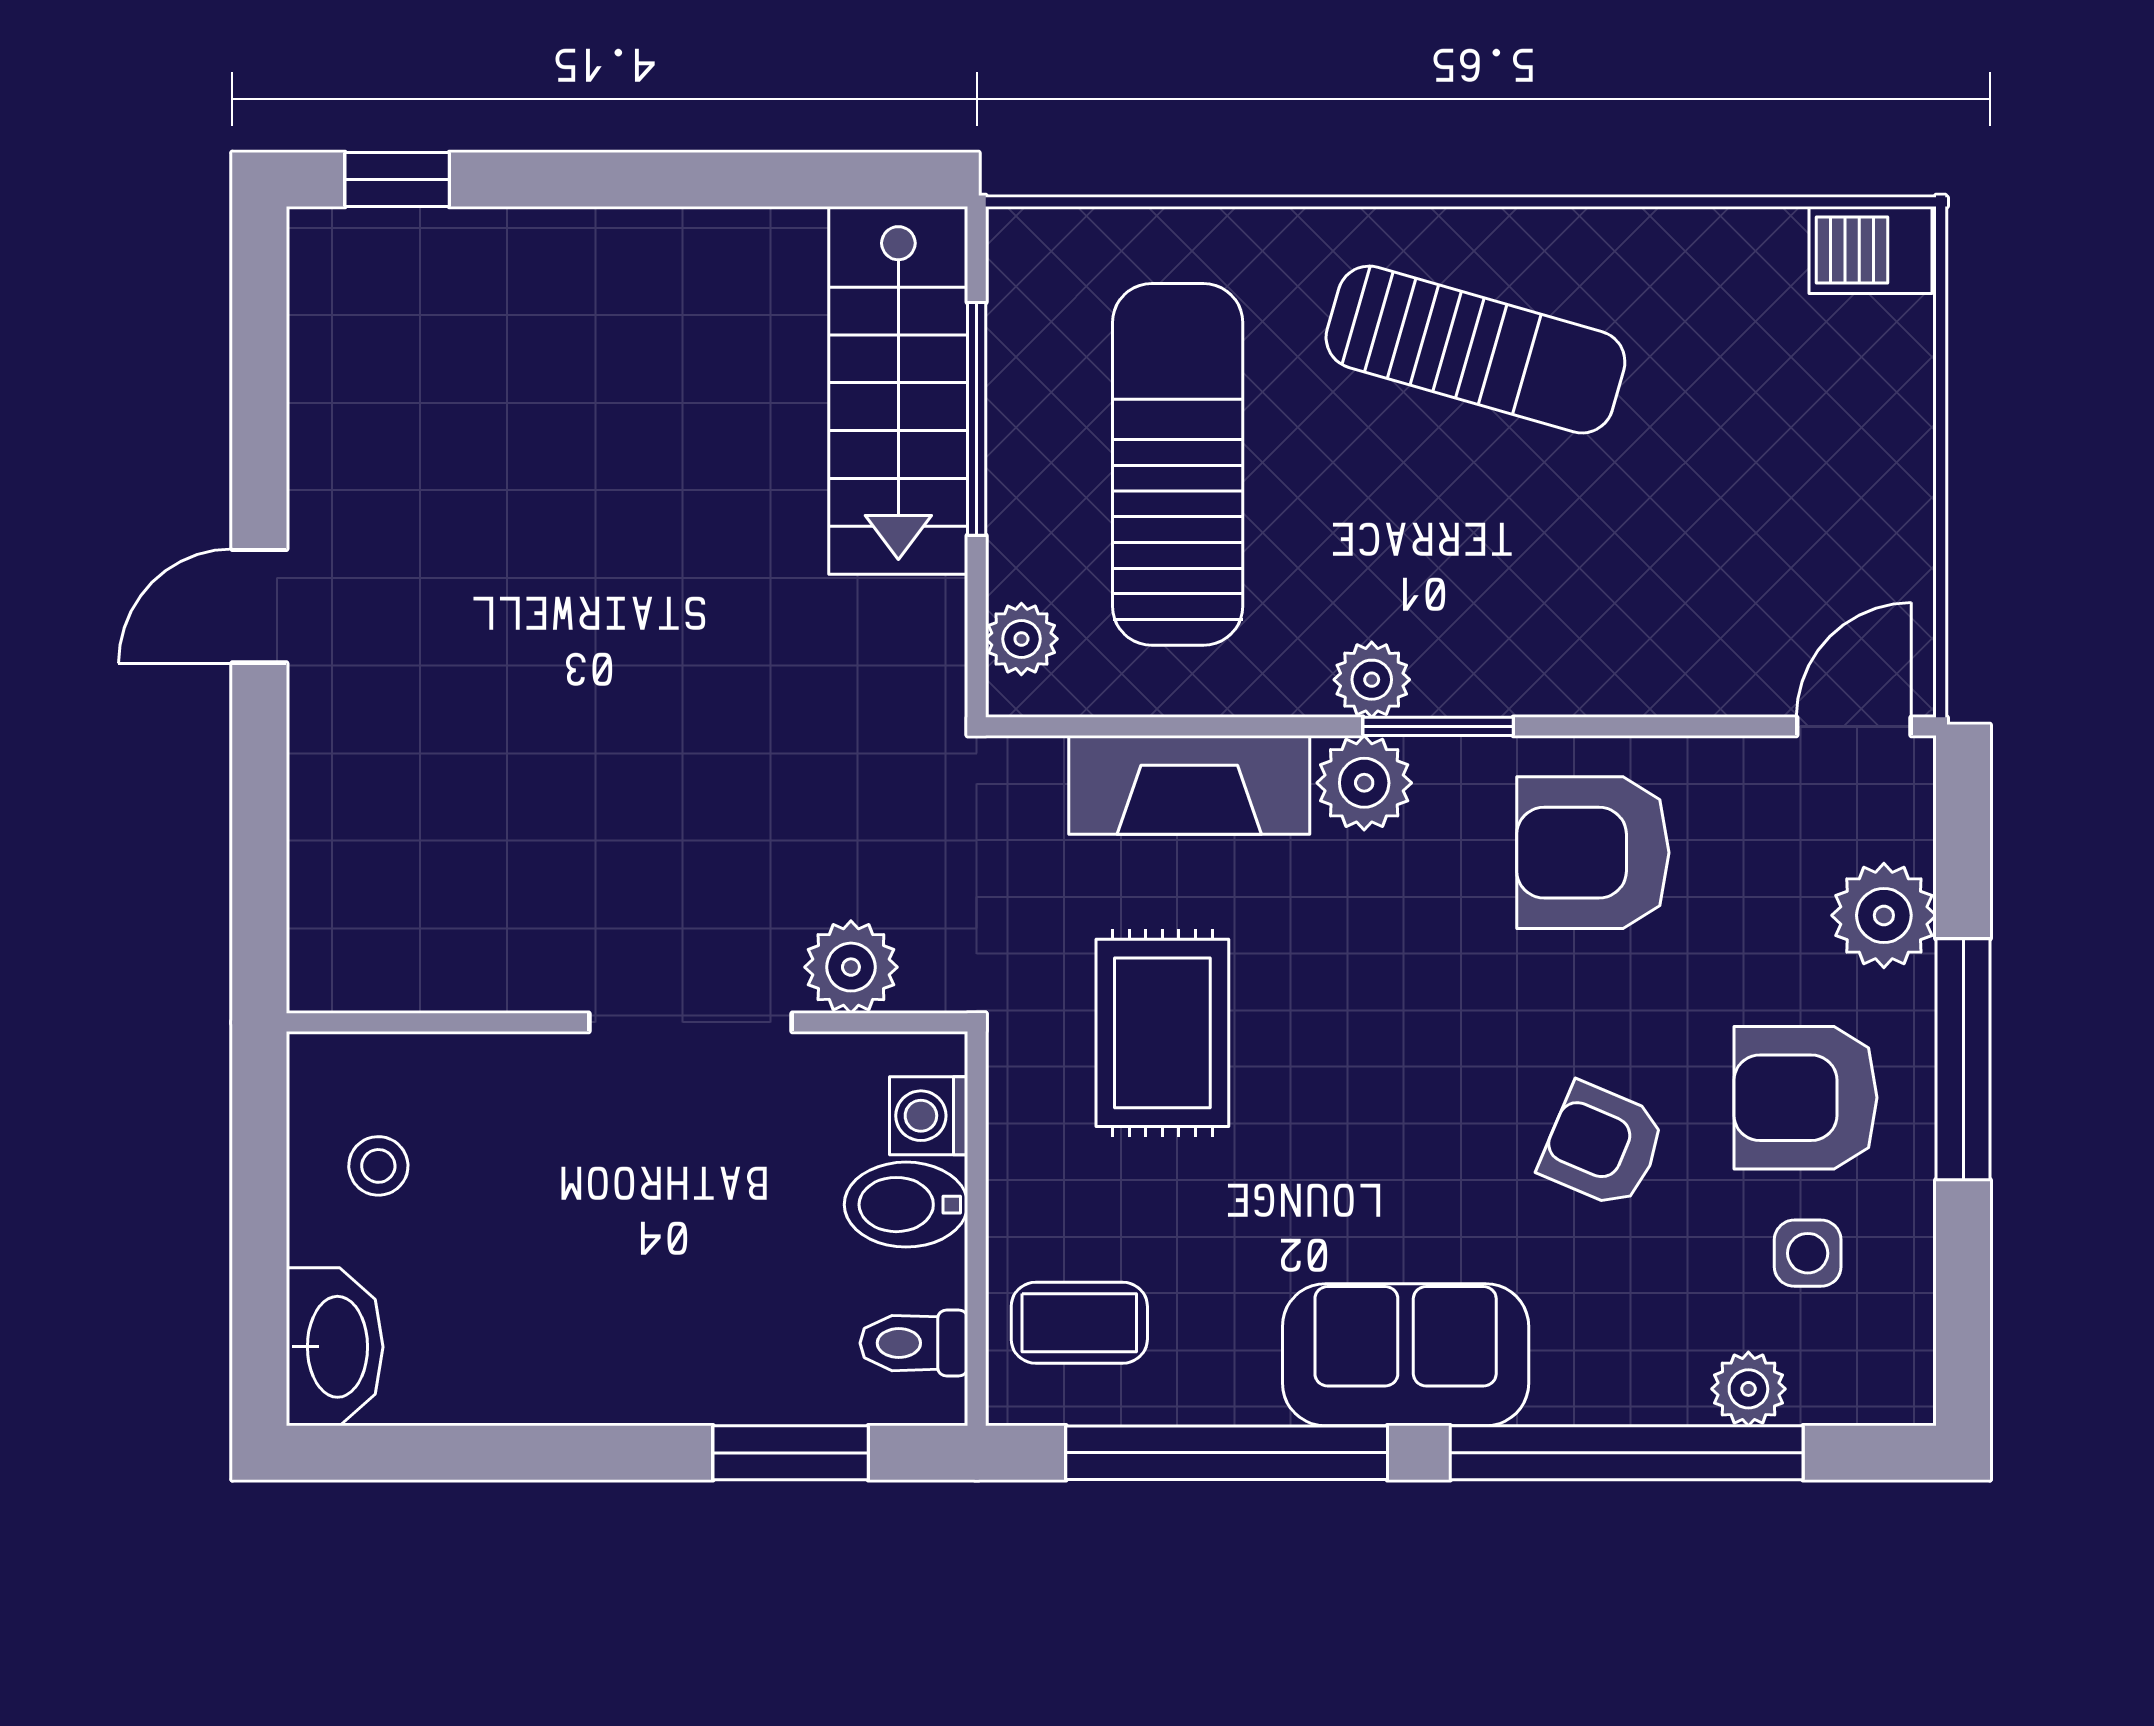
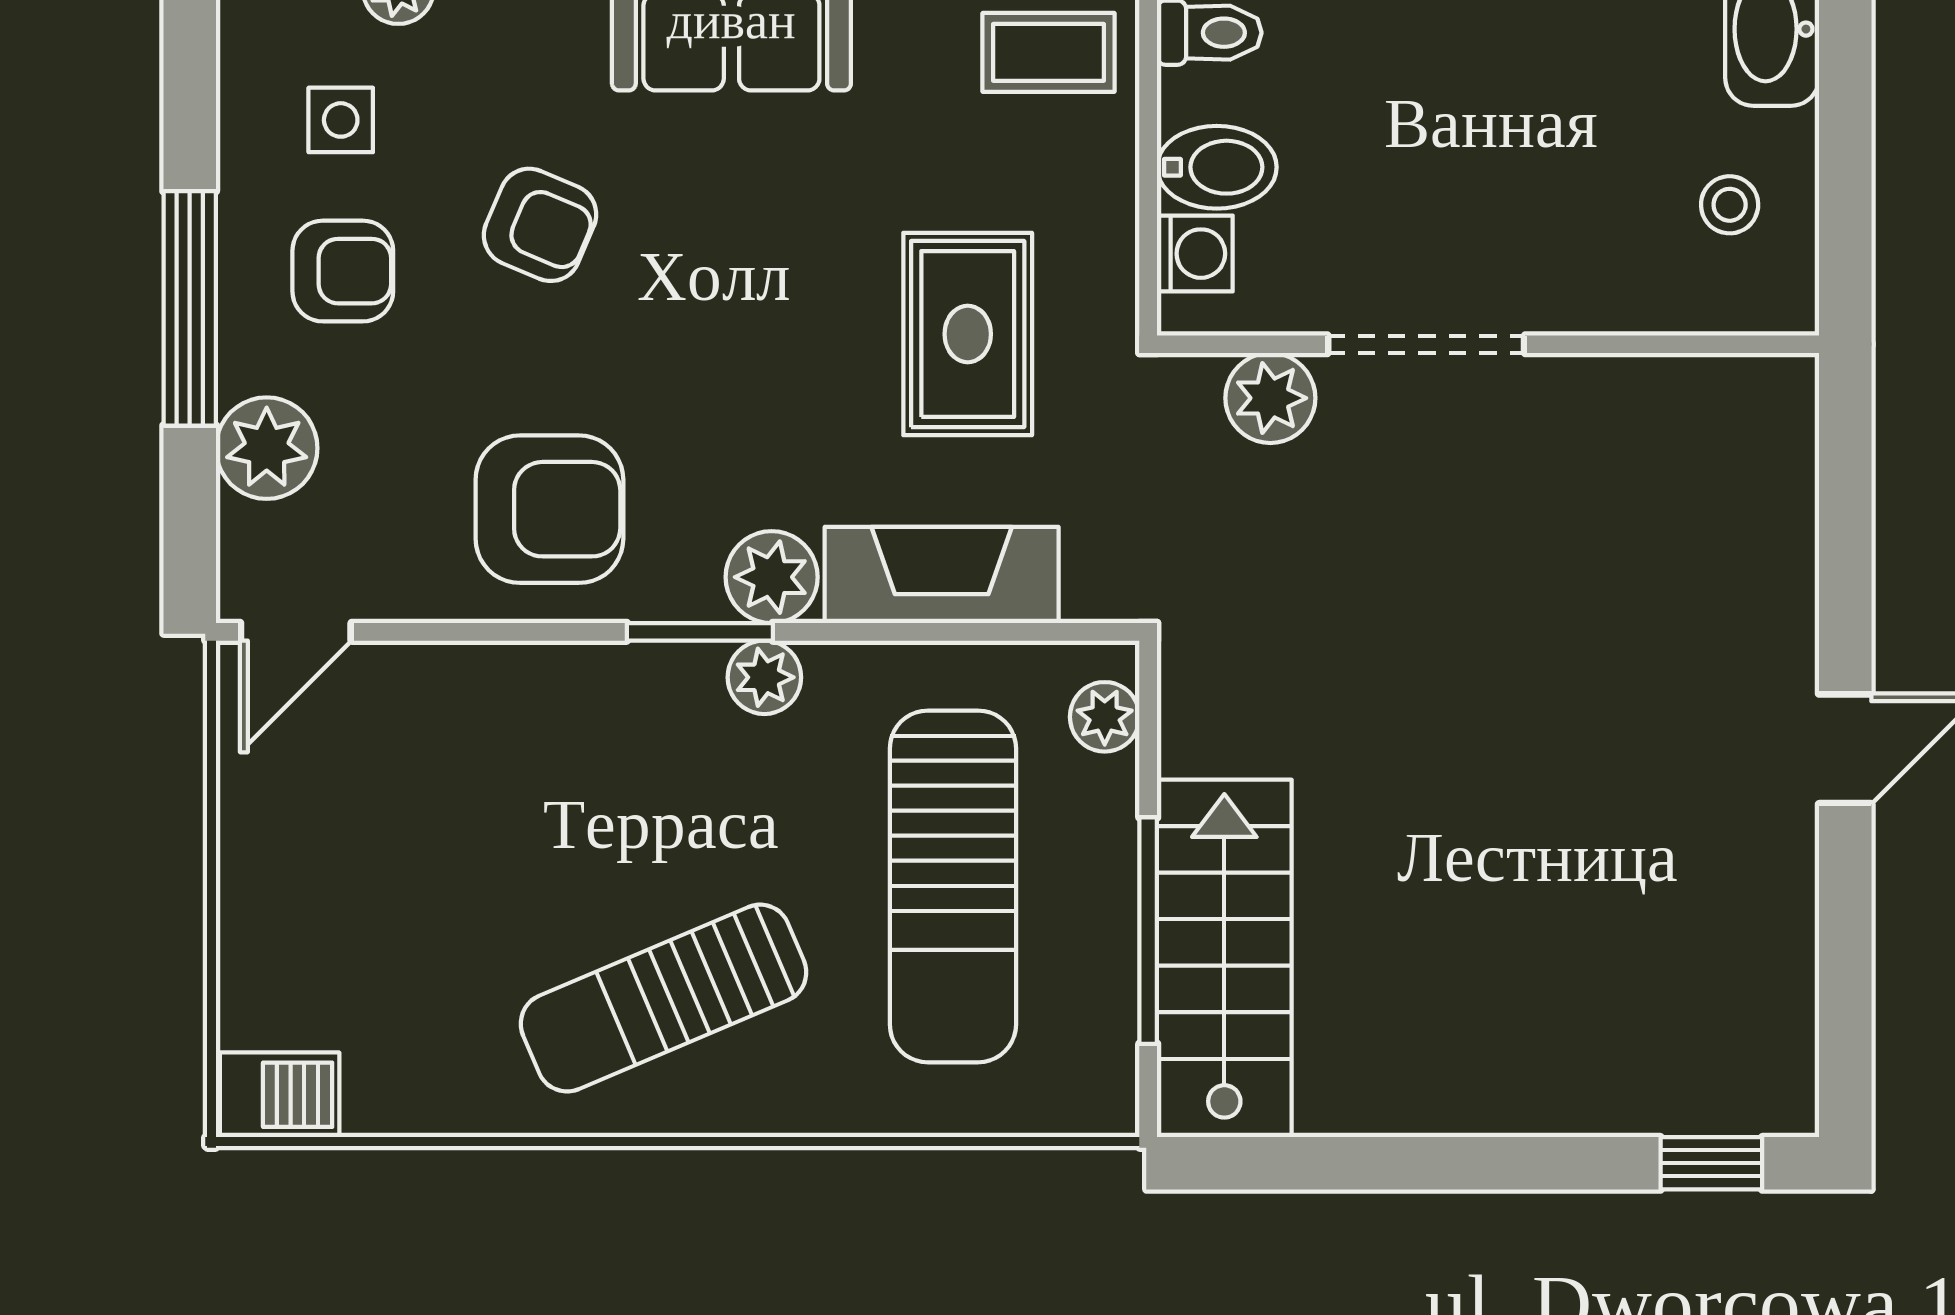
sun lounger: (1475, 350) -> (663, 998), turned -39
armchair: (1806, 1098) -> (343, 271), width x0.72, depth x0.72

